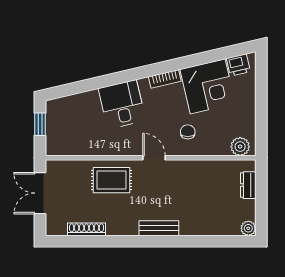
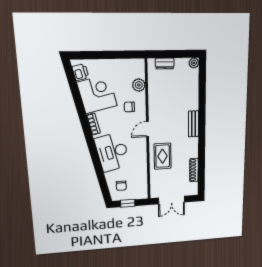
desk: (122, 104) -> (112, 152), width x1.37
chair: (69, 115) -> (121, 186), added
plant: (240, 147) -> (139, 85), moved

